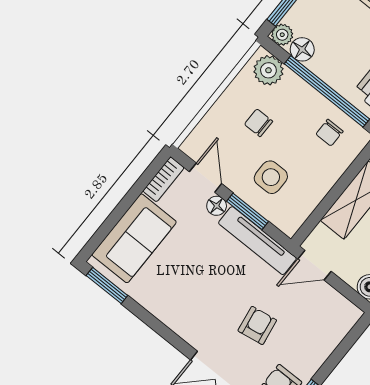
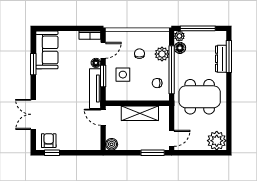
plant: (268, 70) -> (162, 54), moved
sofa: (134, 238) -> (47, 50), moved, turned -90
window: (107, 286) -> (33, 64), moved
armchair: (257, 325) -> (63, 114), removed

